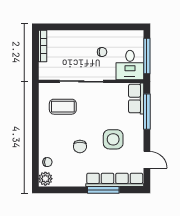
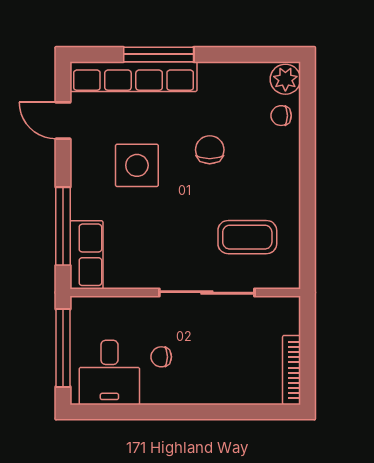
desk: (130, 65) -> (109, 372), moved, turned 180

